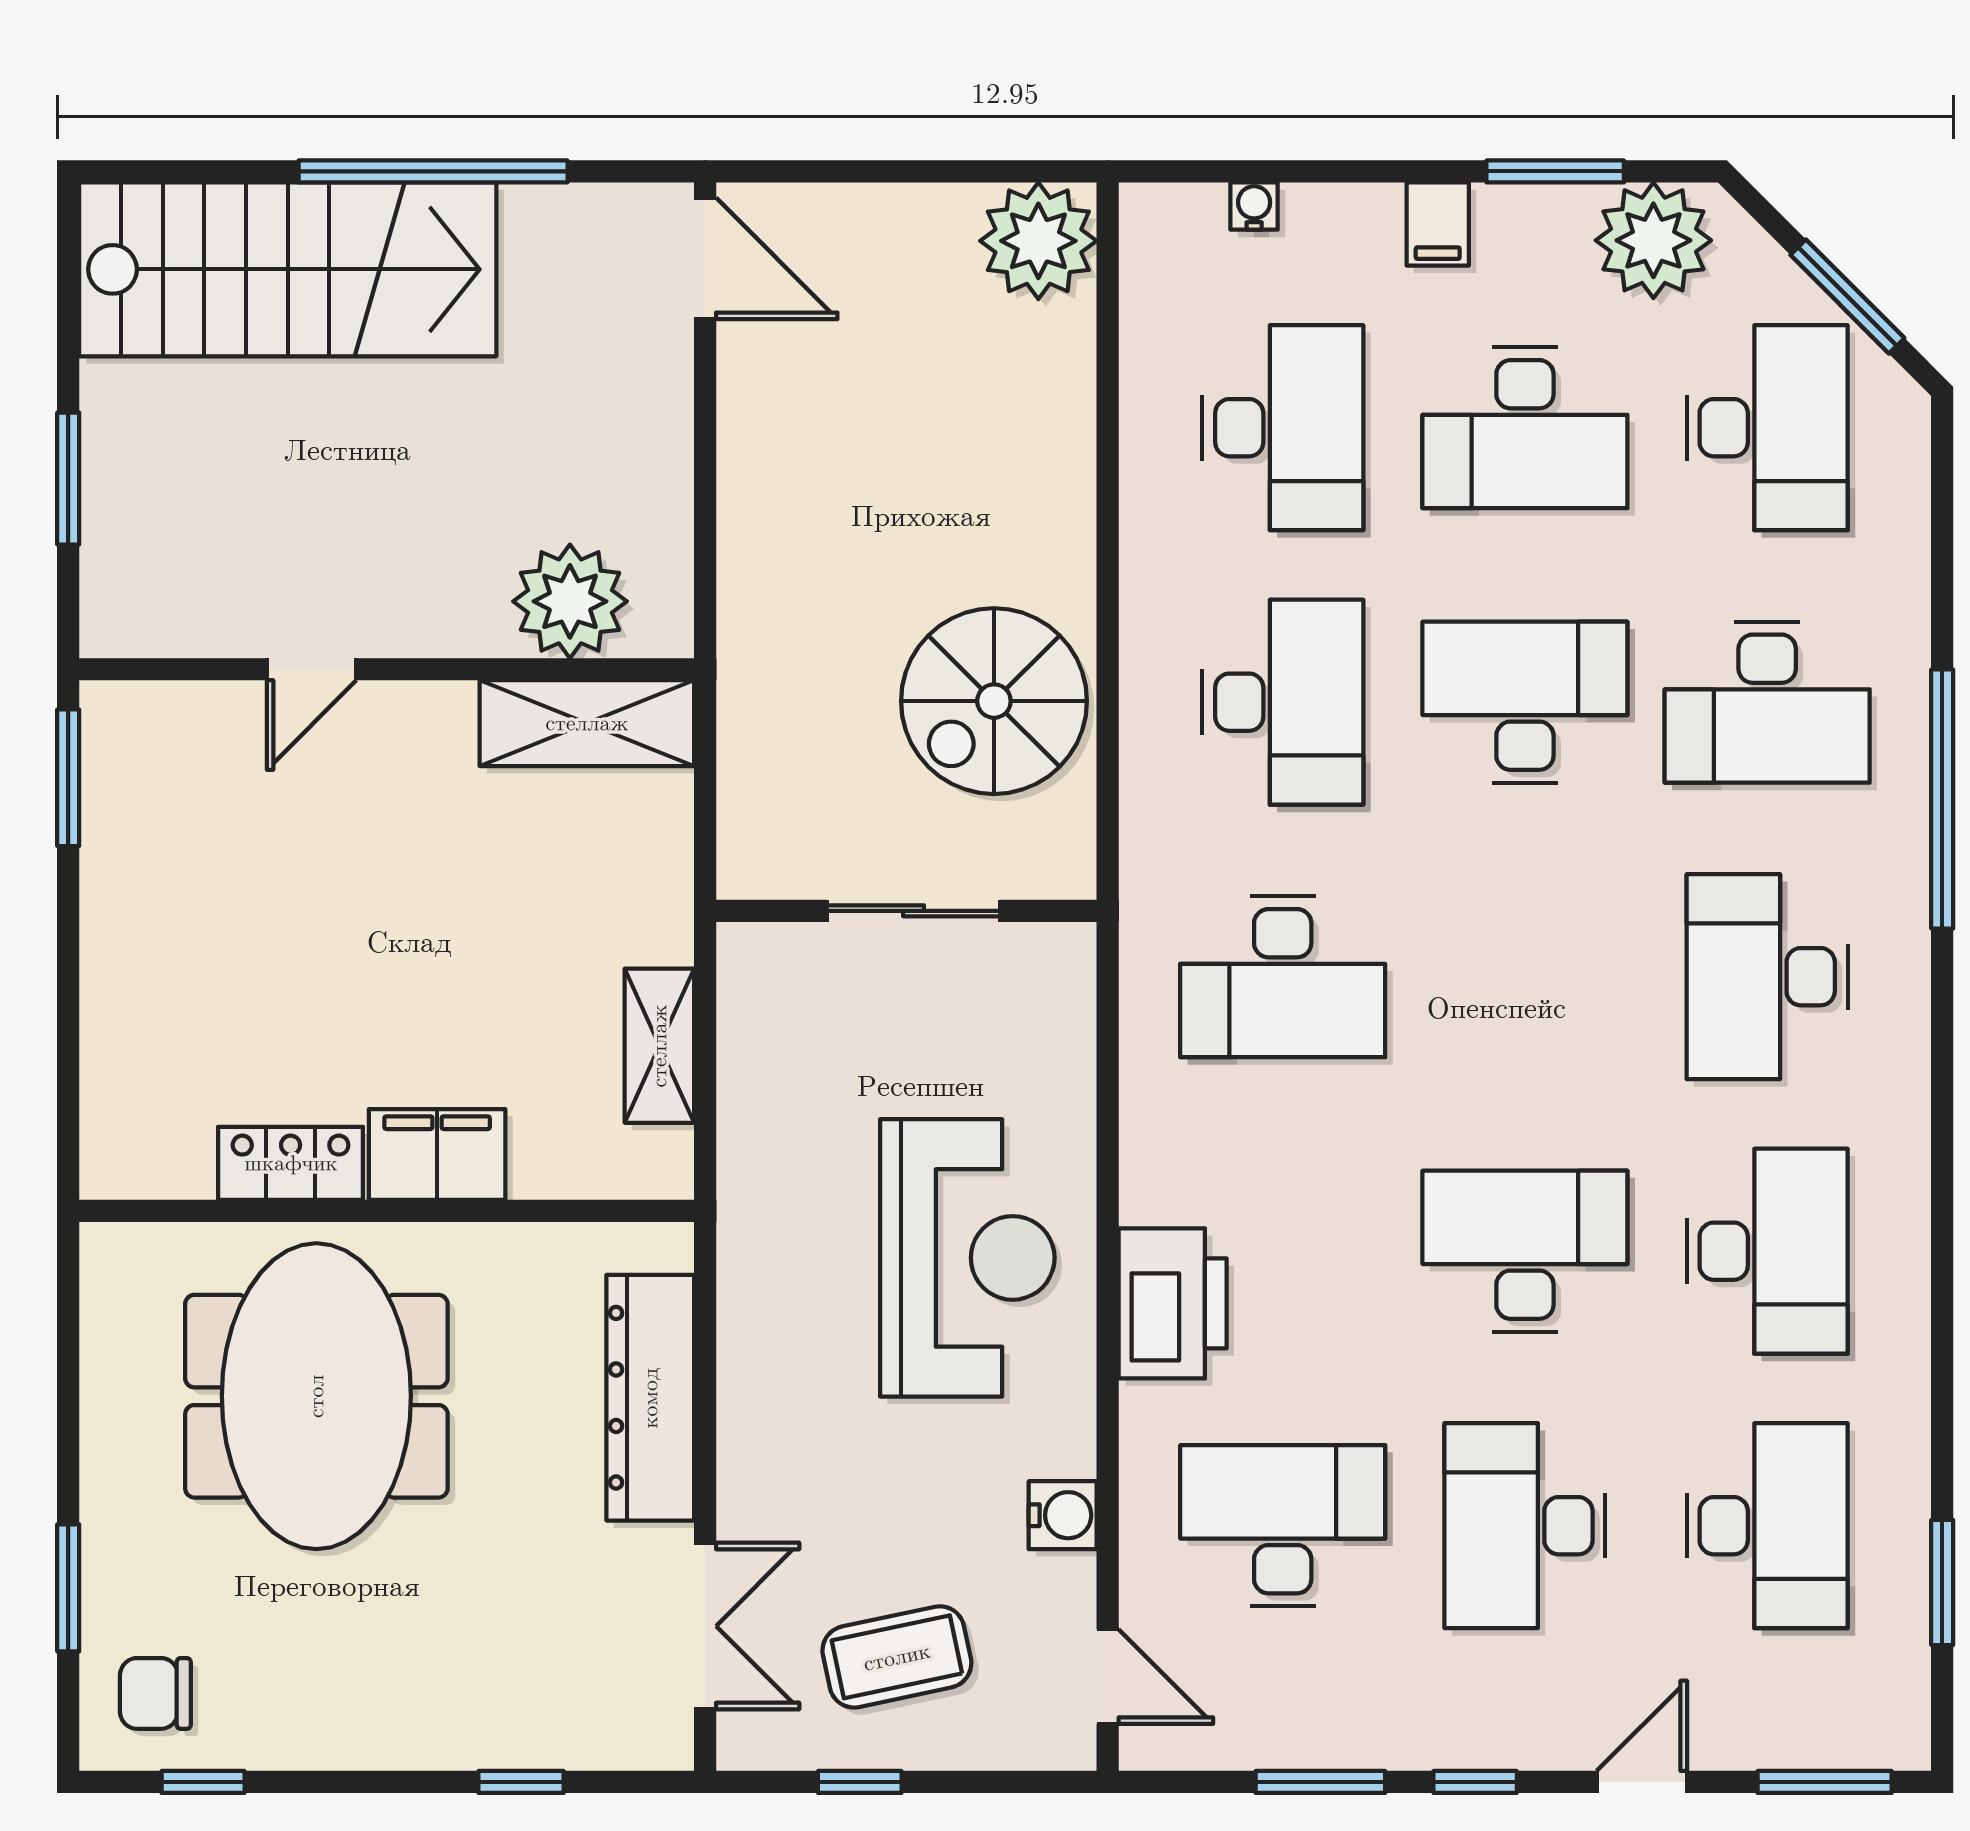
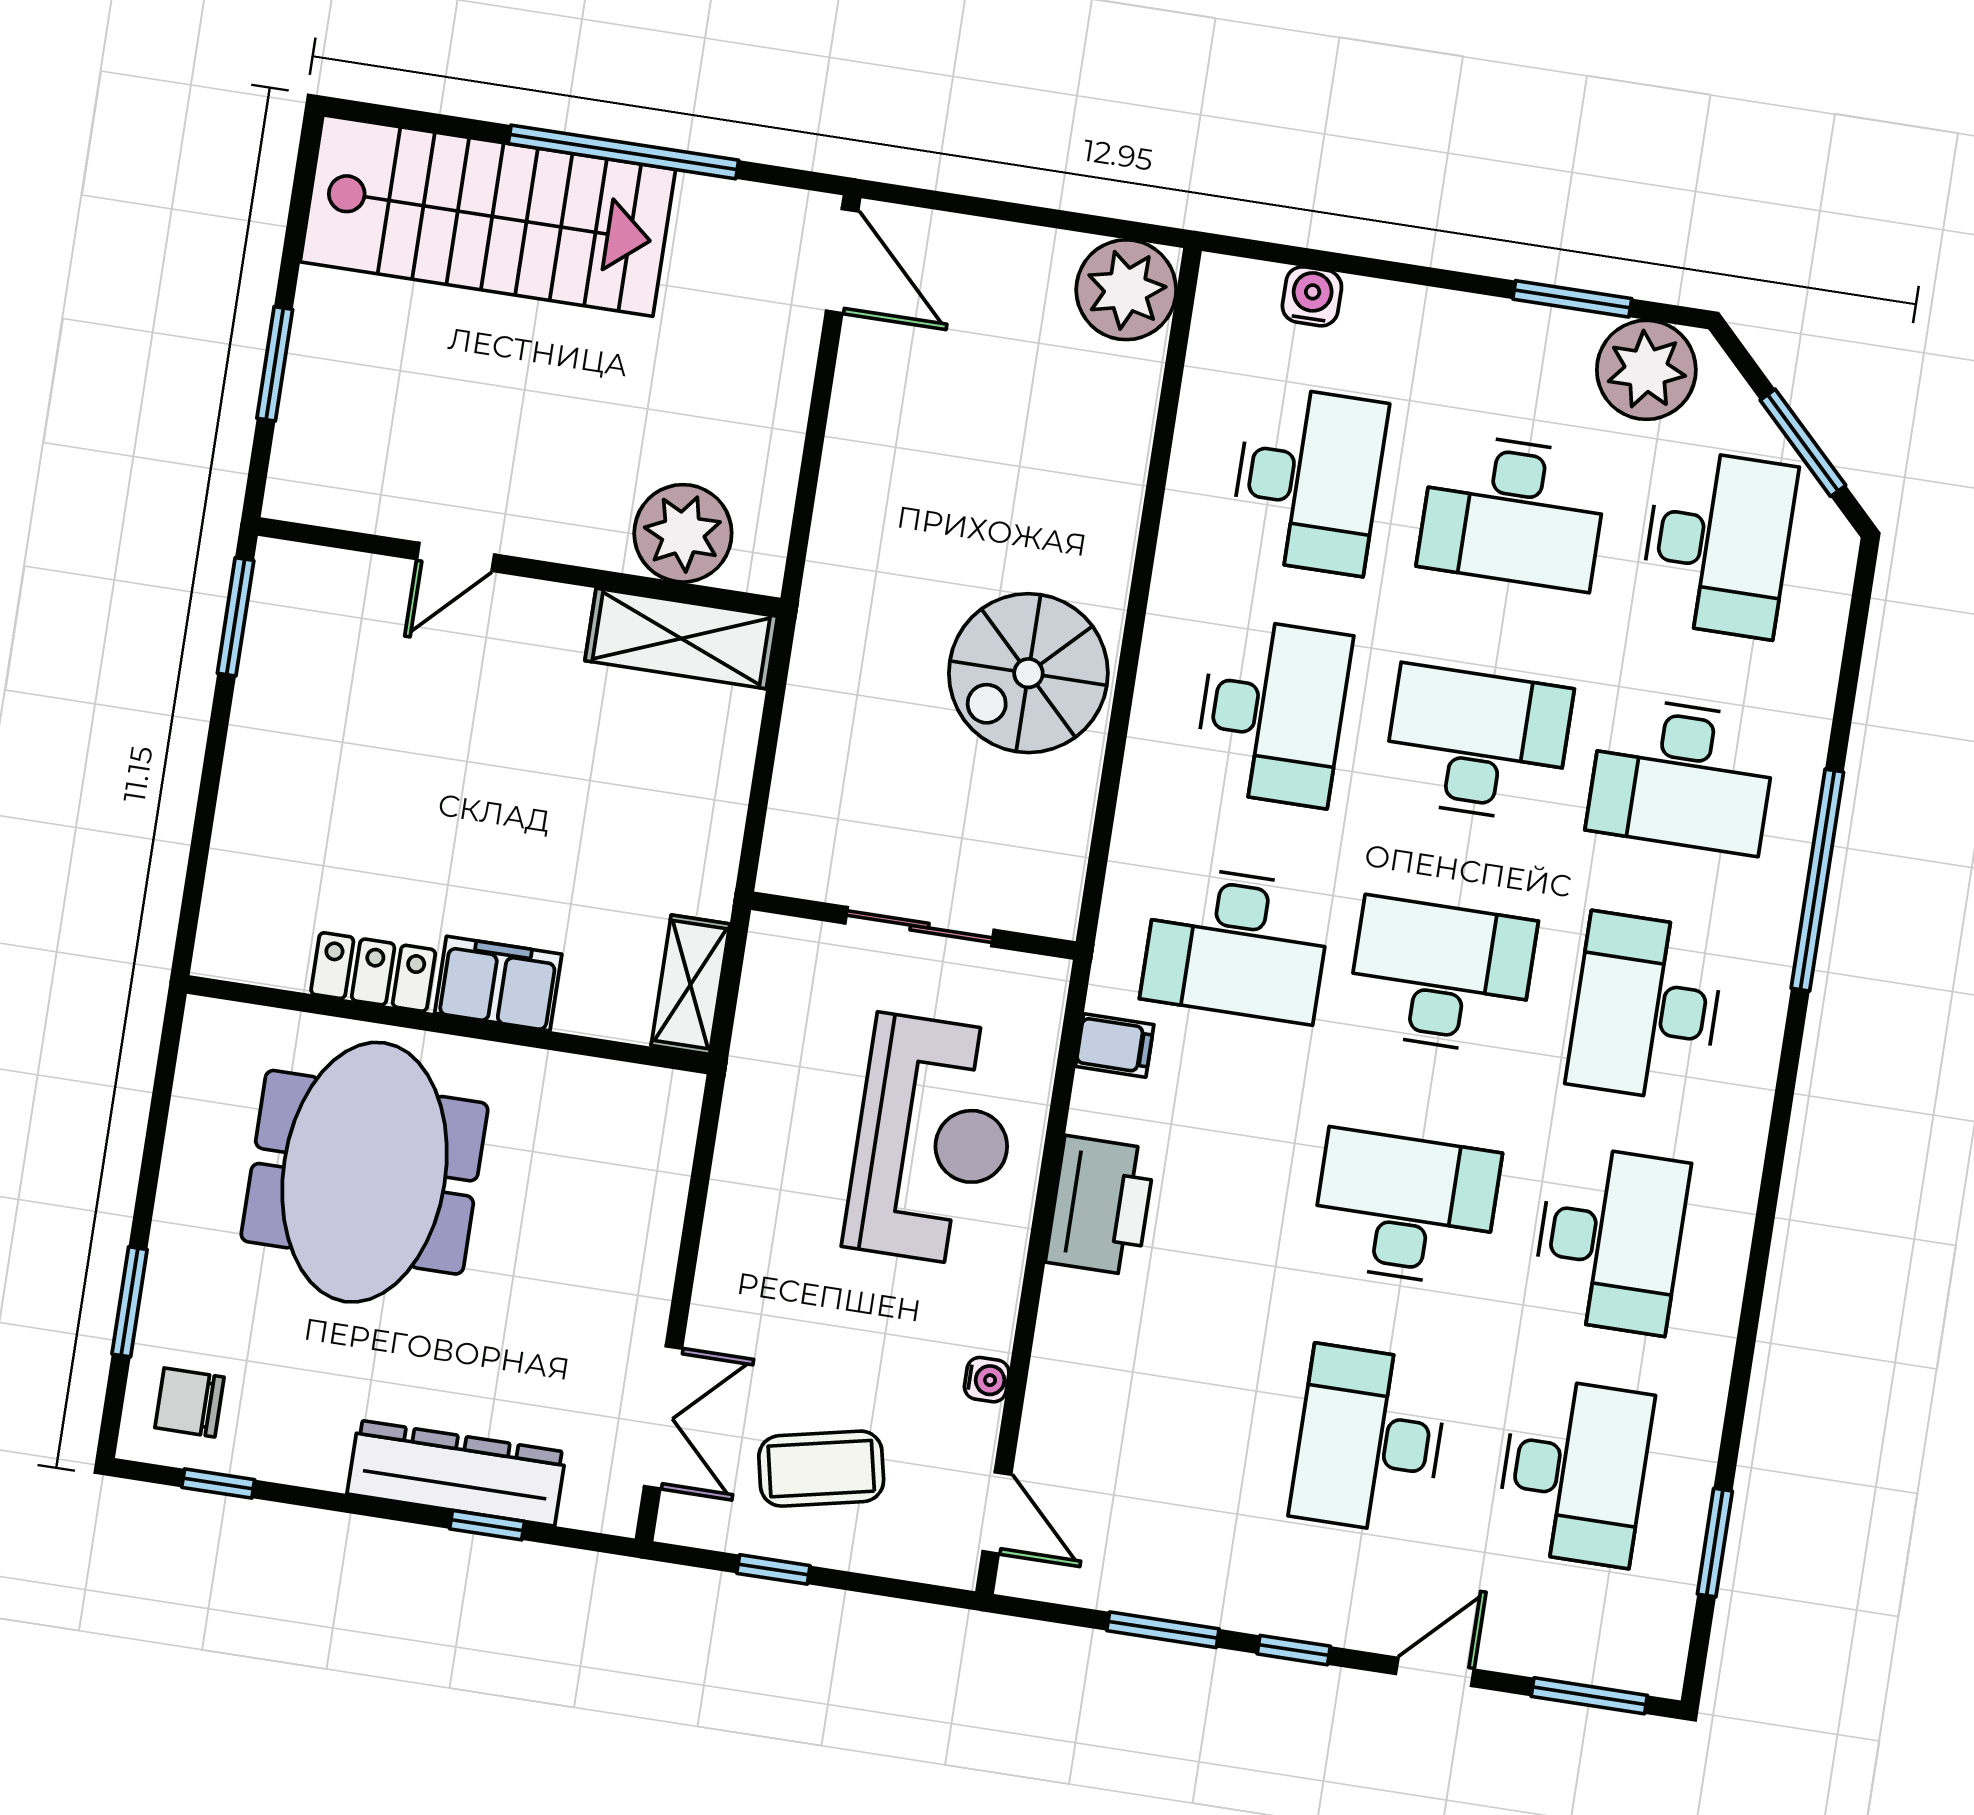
water cooler: (1254, 206) -> (1312, 296), width x1.38, depth x1.38
filing cabinet: (1438, 224) -> (1115, 1046), moved, turned -90
wall: (906, 911) -> (913, 926), moved
sliding door: (914, 911) -> (920, 927), moved
shelving: (659, 1046) -> (690, 985), moved
dresser: (650, 1398) -> (456, 1473), moved, turned 90
water cooler: (1063, 1515) -> (987, 1380), width x0.72, depth x0.72
desk: (1283, 1526) -> (1441, 976), moved

